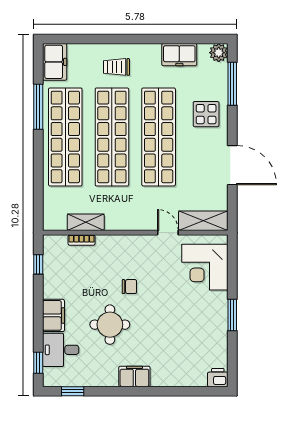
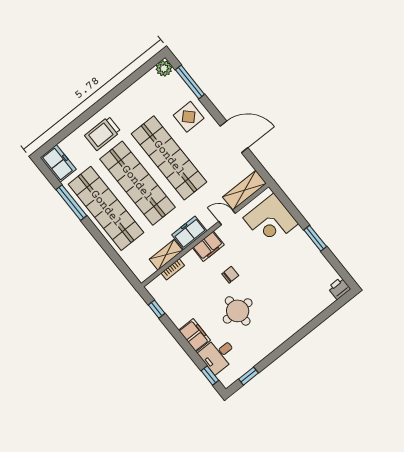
freezer: (179, 55) -> (189, 233), moved, turned 180
trolley: (116, 67) -> (103, 133), width x1.36, depth x1.39
filing cabinet: (134, 376) -> (208, 246), moved, turned 180

